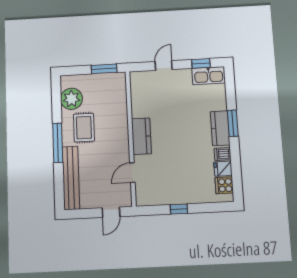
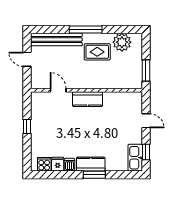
door: (111, 212) -> (27, 59), moved

